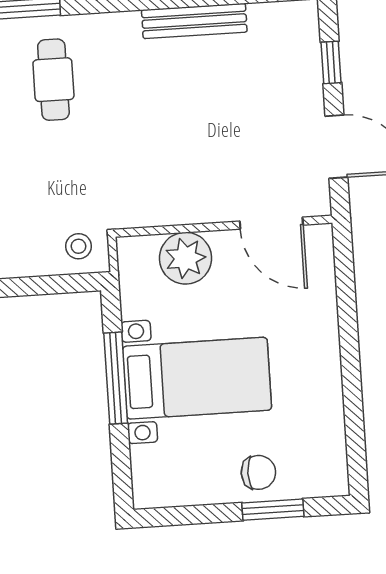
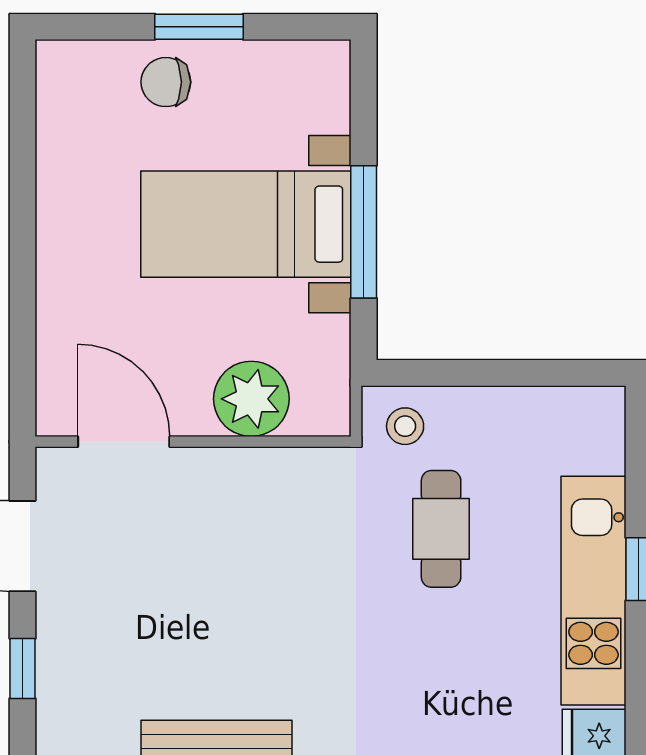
cafe table: (53, 80) -> (441, 529), moved
window: (273, 510) -> (199, 27), moved

